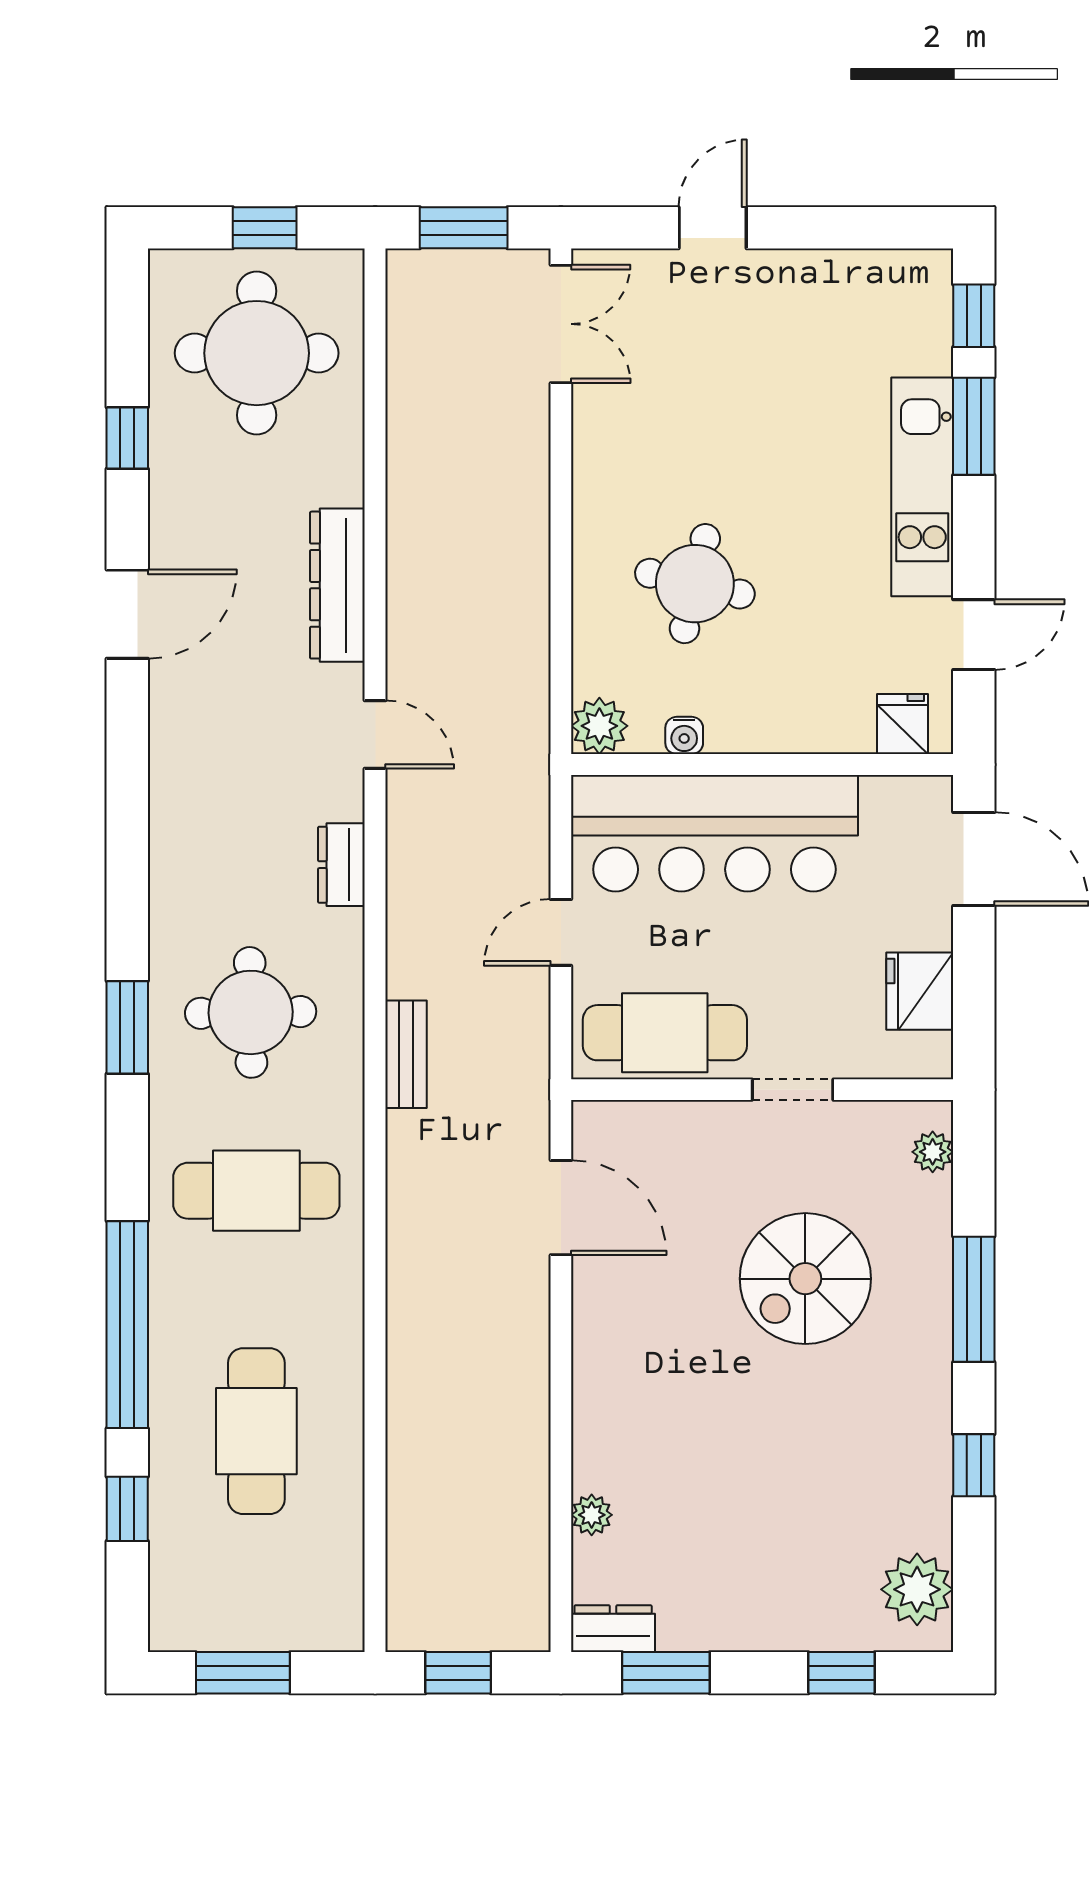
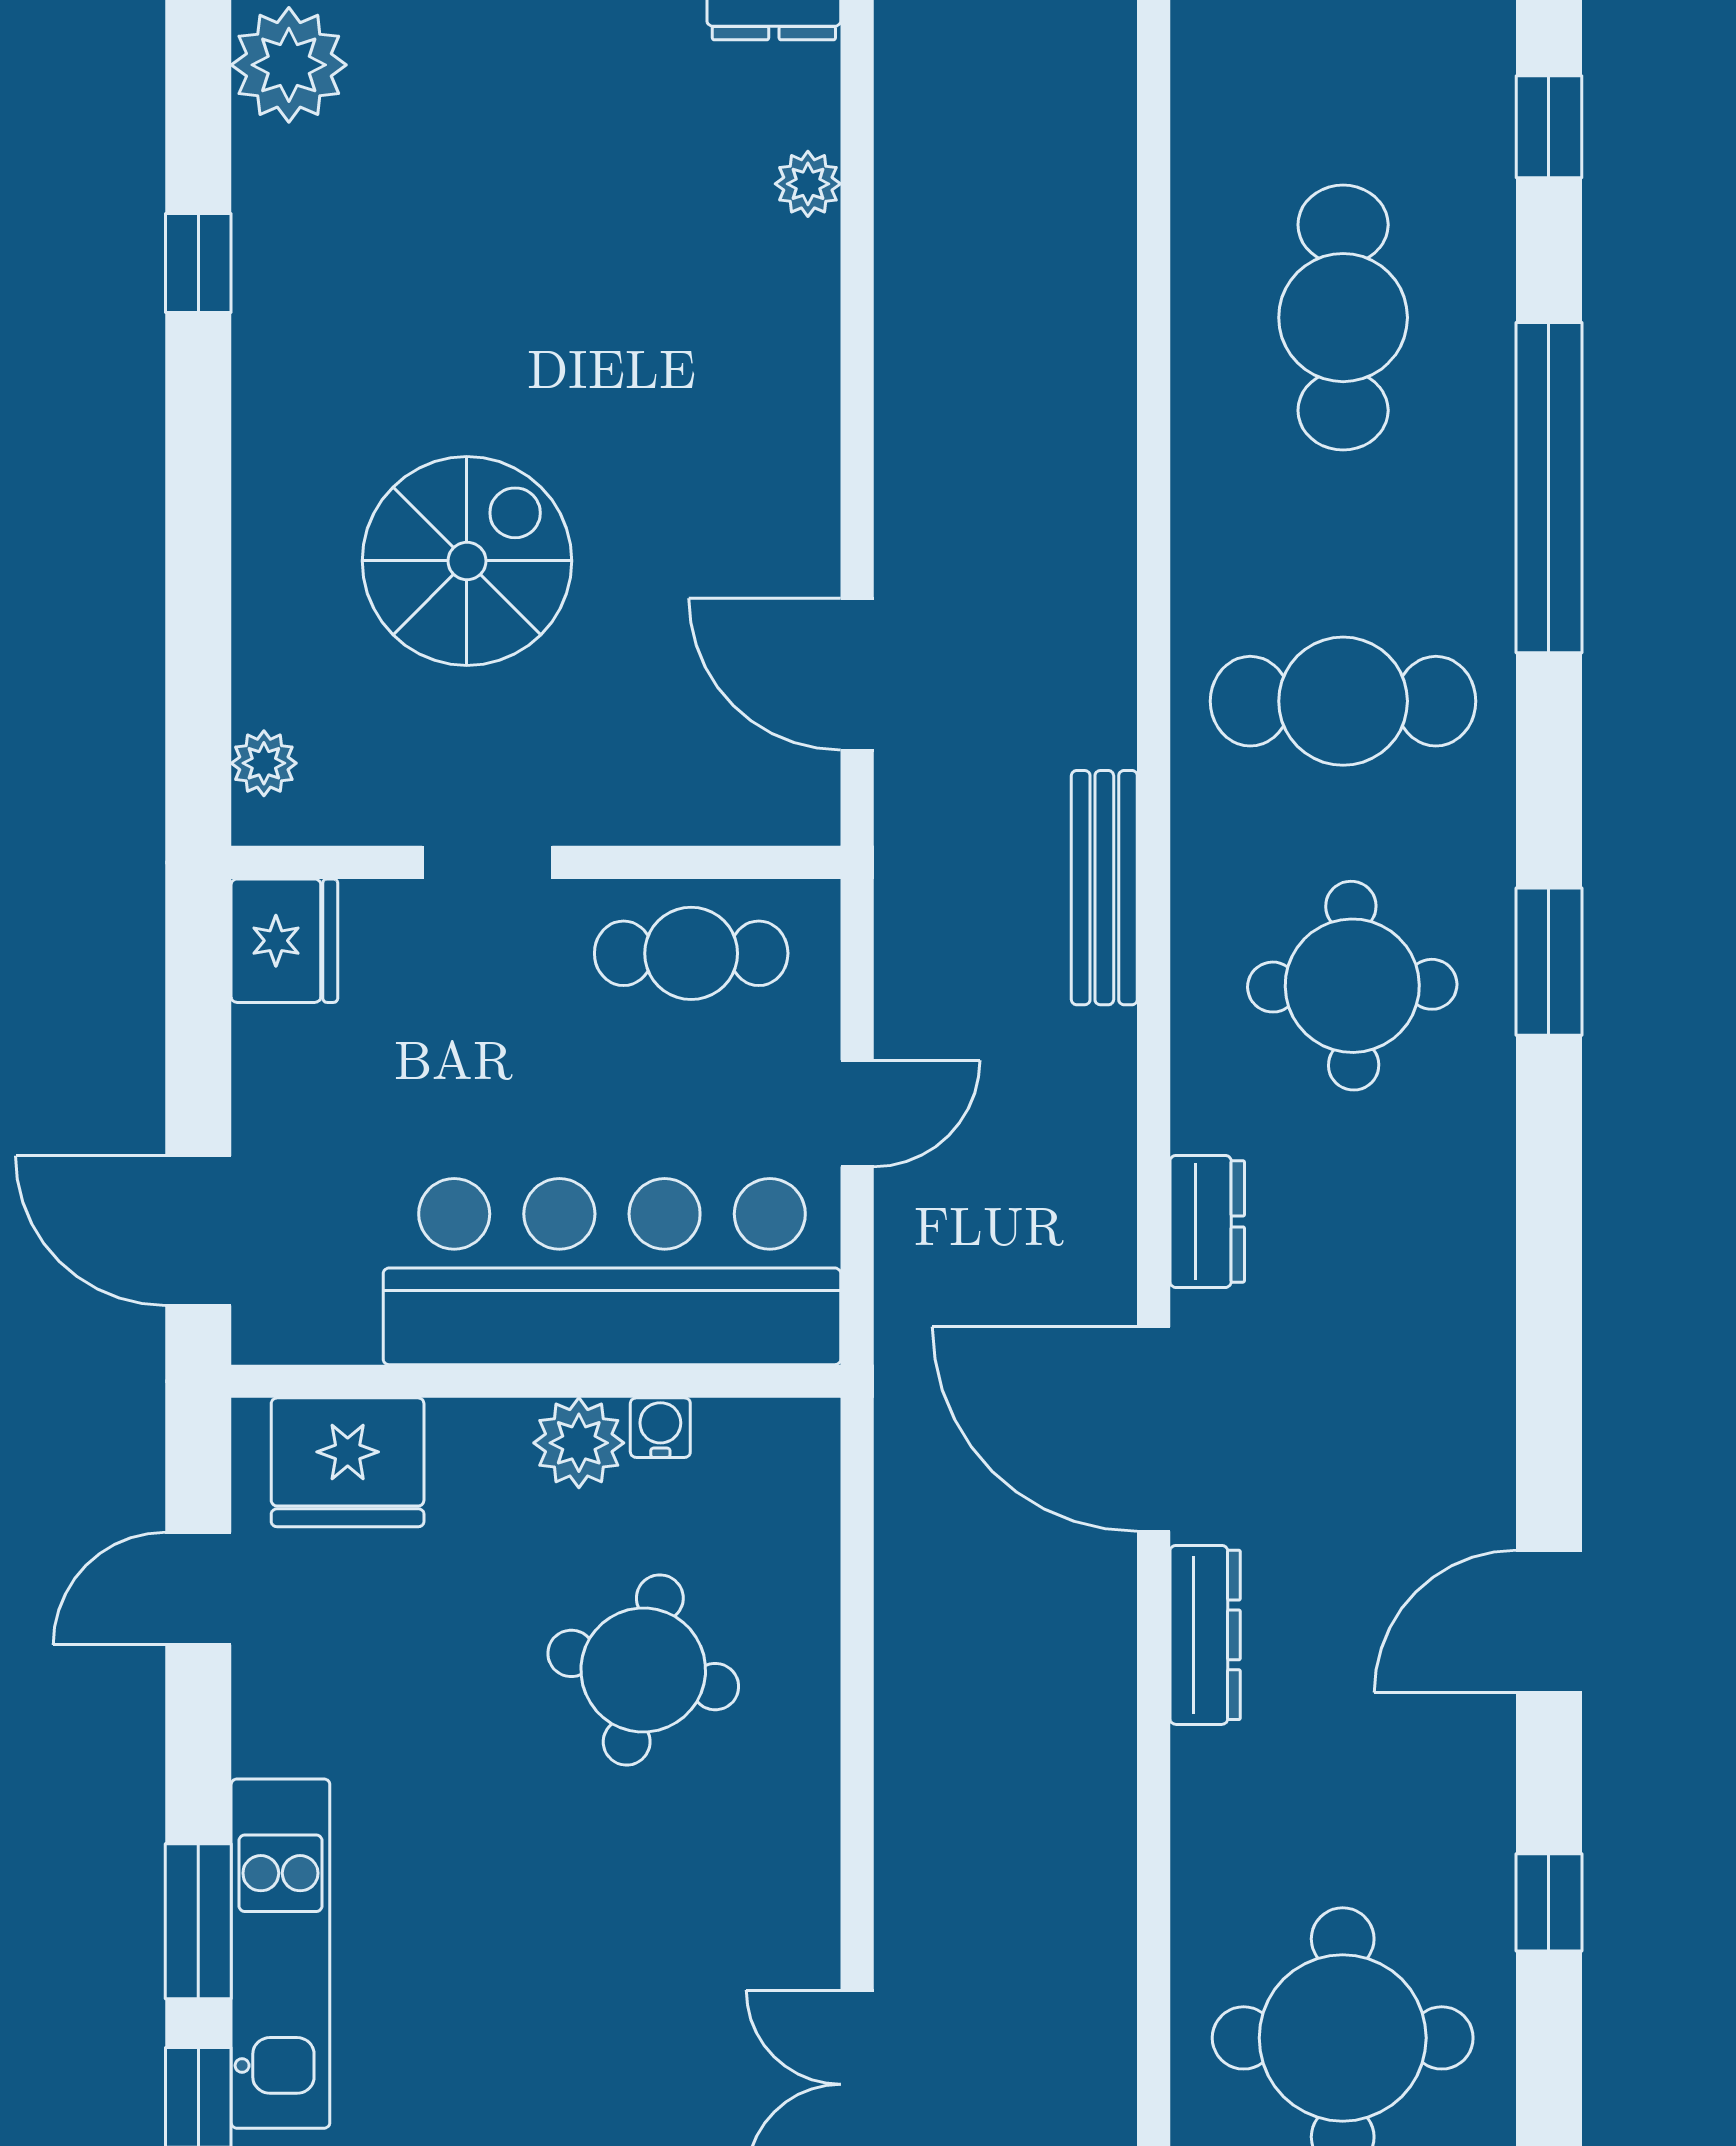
kitchen unit: (922, 487) -> (280, 1954), moved
dresser: (337, 585) -> (1205, 1635), width x0.73, depth x0.80
fridge: (903, 724) -> (348, 1462), width x1.88, depth x1.34
plant: (599, 726) -> (579, 1443), moved
door: (375, 735) -> (1154, 1429), width x1.88
fridge: (920, 991) -> (284, 941), moved
cafe table: (665, 1033) -> (691, 953), width x0.73, depth x0.74
bench: (406, 1054) -> (1104, 888), width x1.36
window: (974, 1299) -> (198, 528), removed
window: (127, 1509) -> (1549, 127), moved

